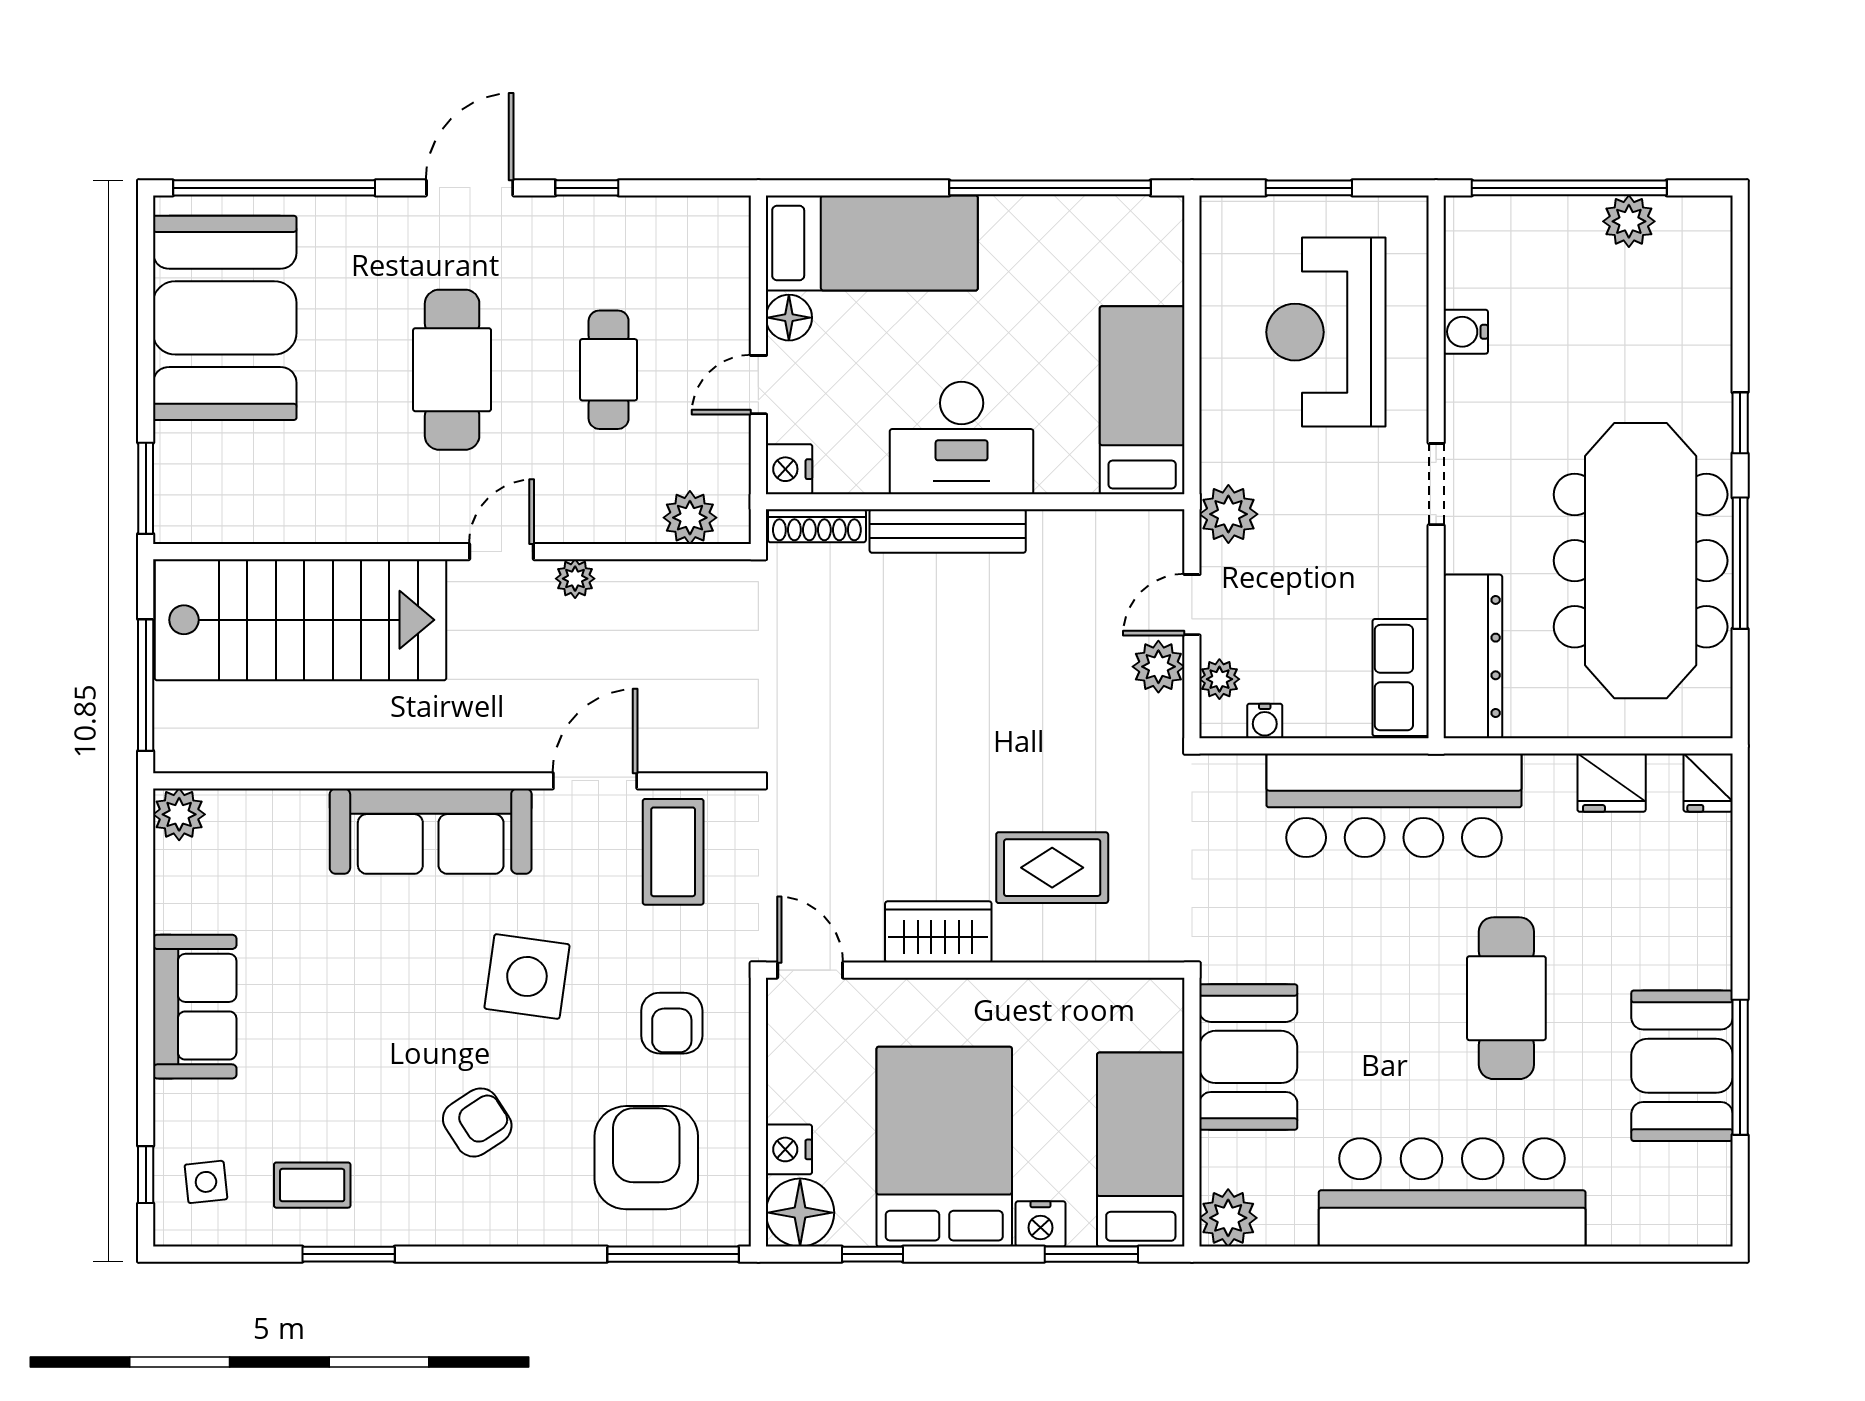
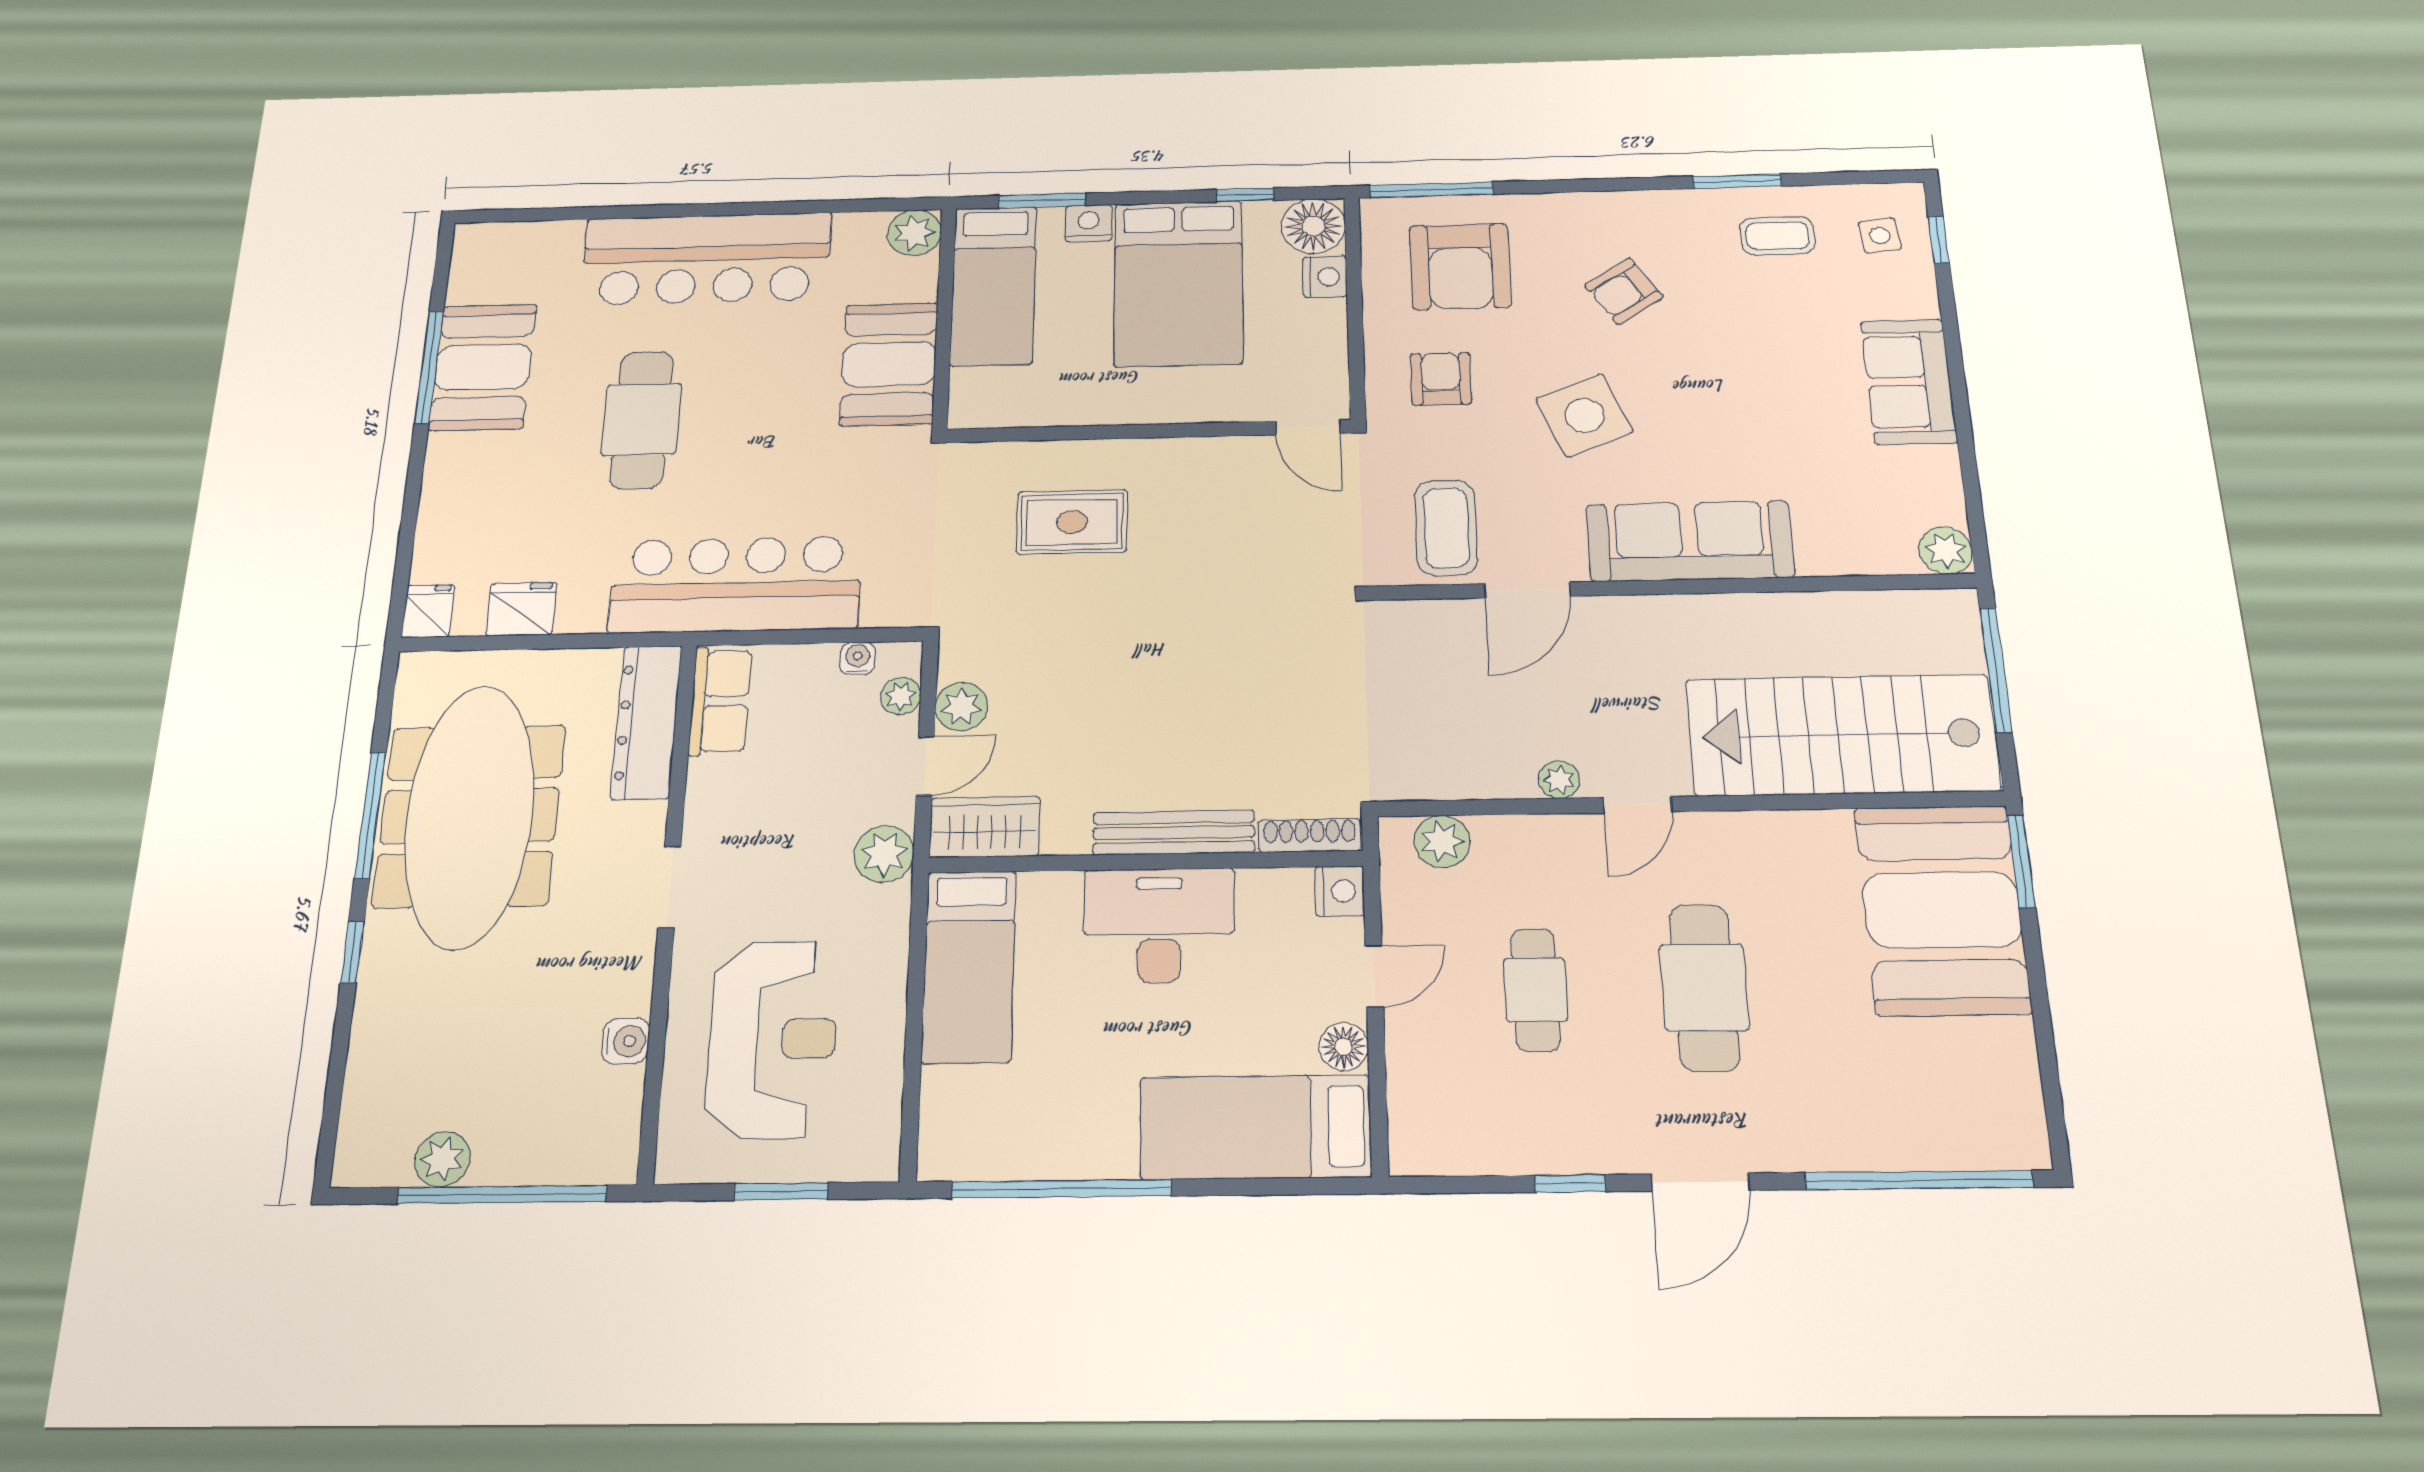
booth: (225, 318) -> (1942, 910), moved
wardrobe: (938, 932) -> (985, 827), moved, turned 180
side table: (527, 976) -> (1584, 415), turned -30

